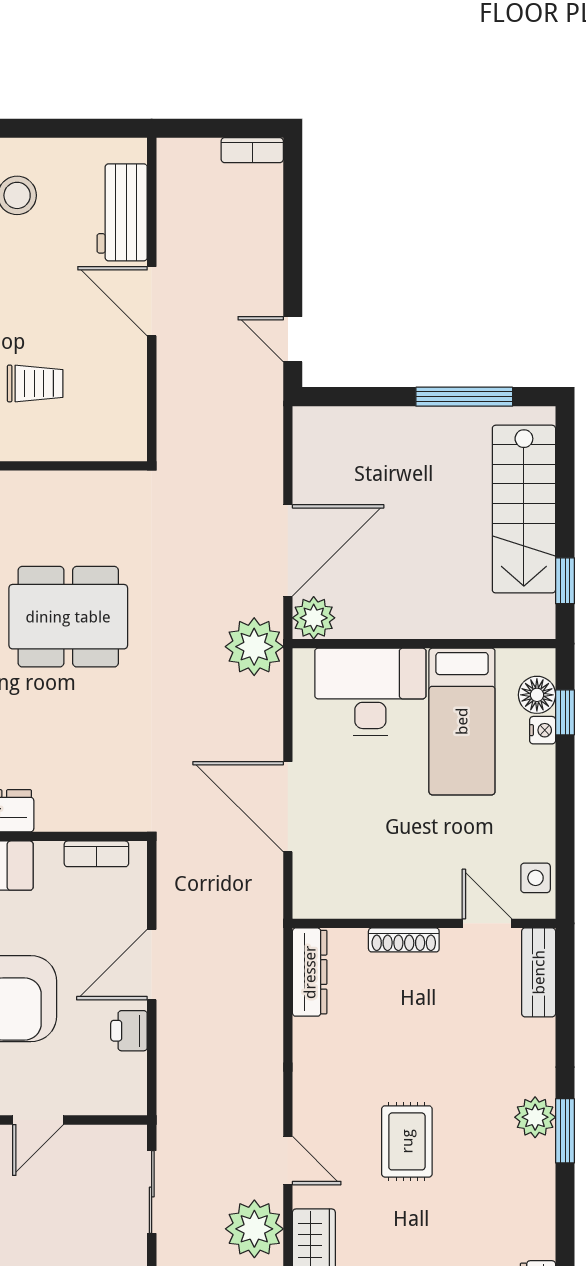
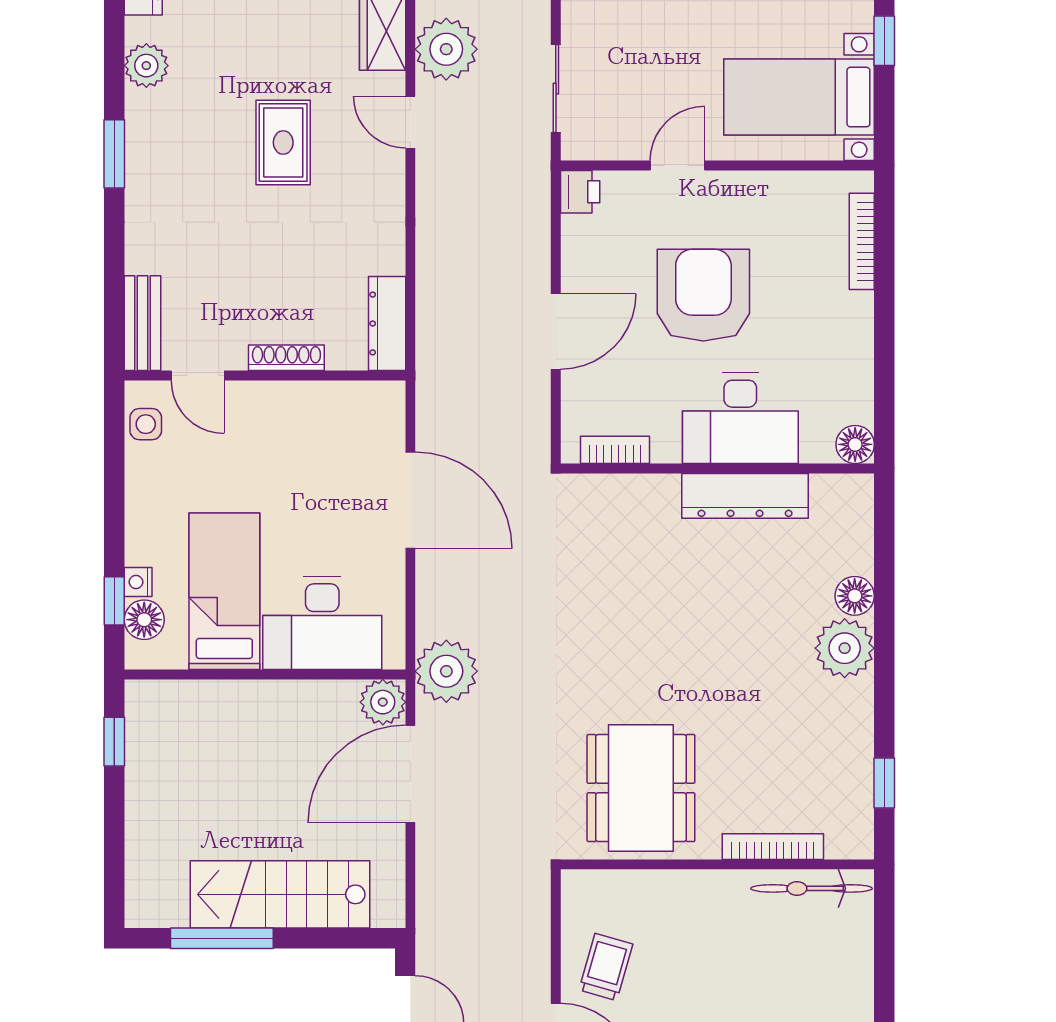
trolley: (35, 383) -> (606, 967), moved, turned 106
stairs: (524, 509) -> (280, 894), moved, turned -90
dining table: (68, 617) -> (641, 788), moved, turned 90
printer: (129, 1031) -> (580, 192), moved
plant: (535, 1117) -> (146, 66), moved

